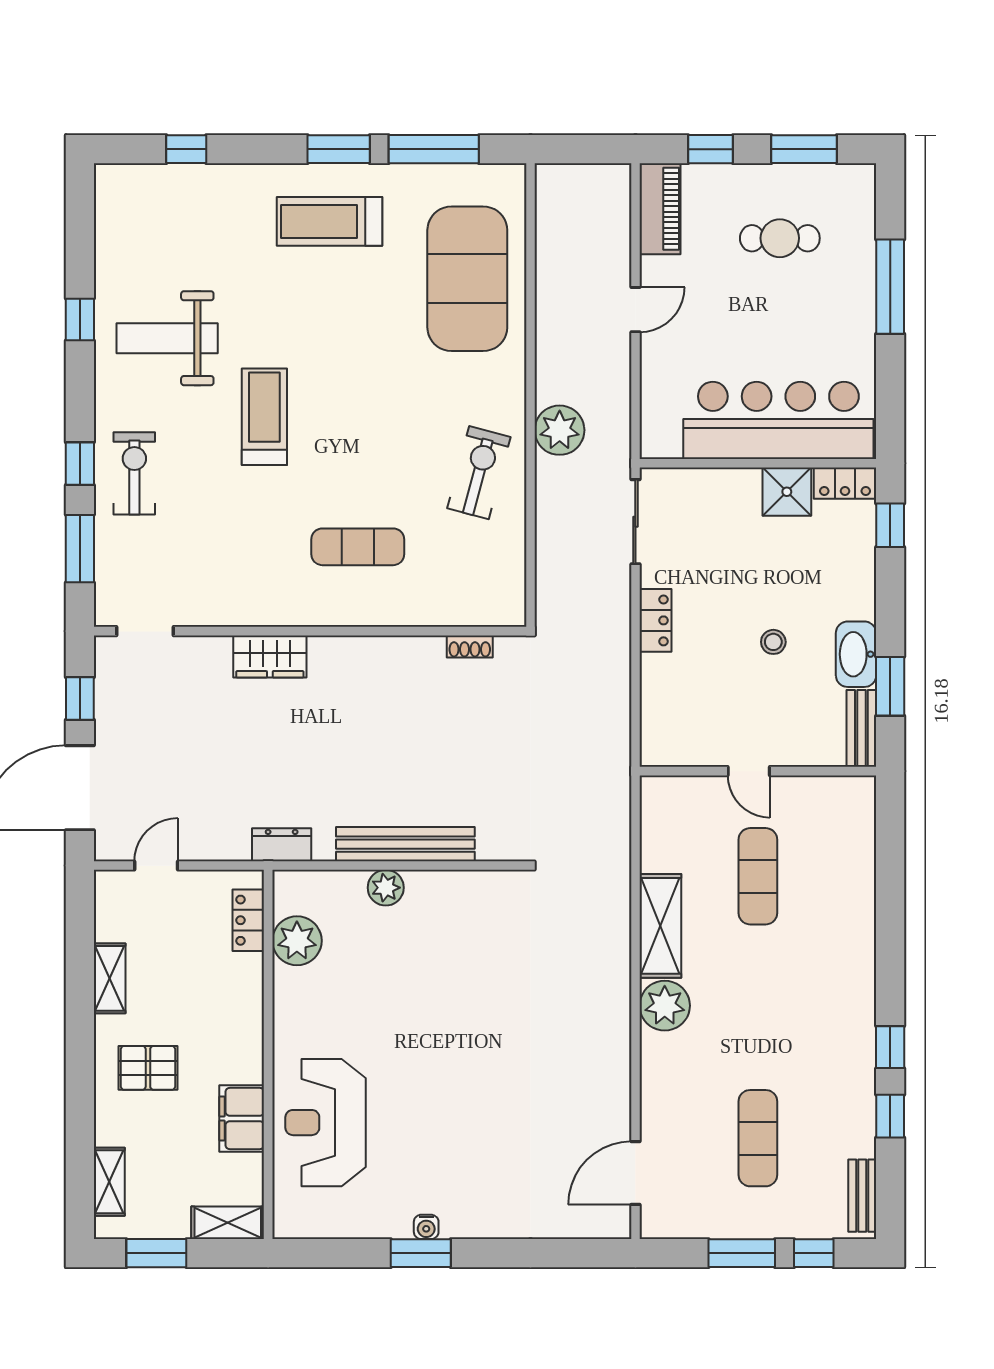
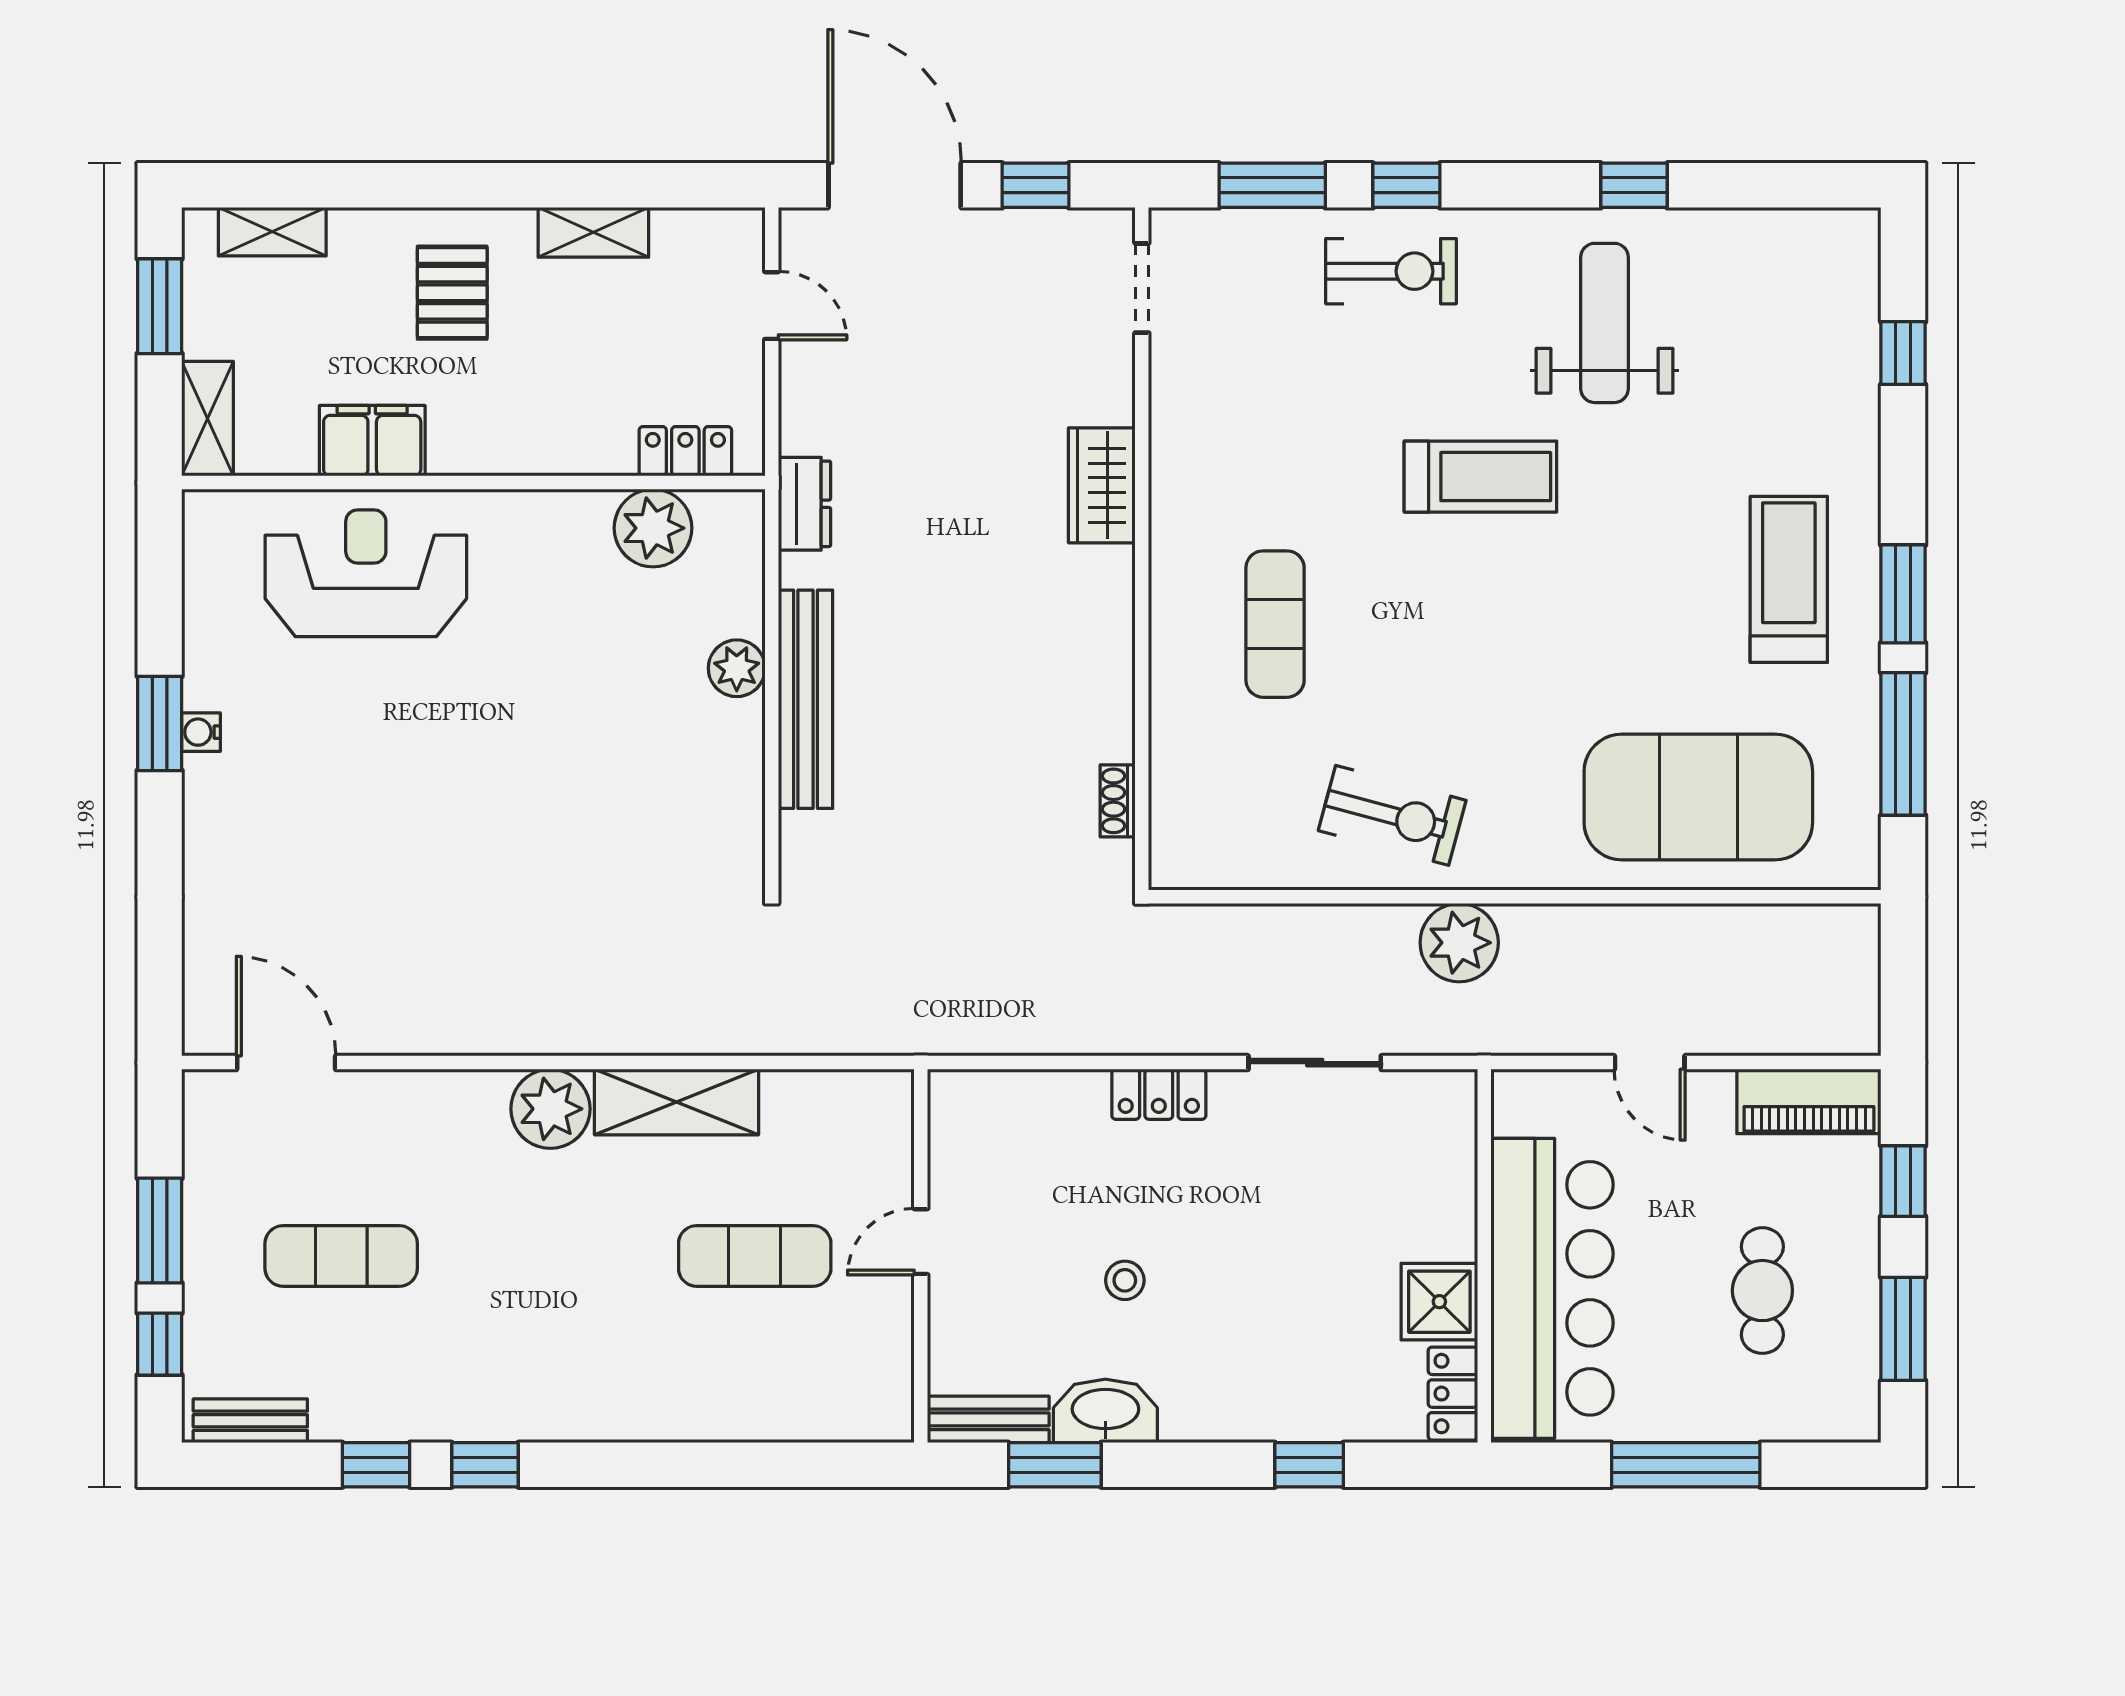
bar counter: (778, 420) -> (1552, 1288), moved
wall: (758, 463) -> (1484, 1256), moved
locker: (845, 483) -> (1453, 1394), moved
shower: (787, 492) -> (1439, 1302), moved

